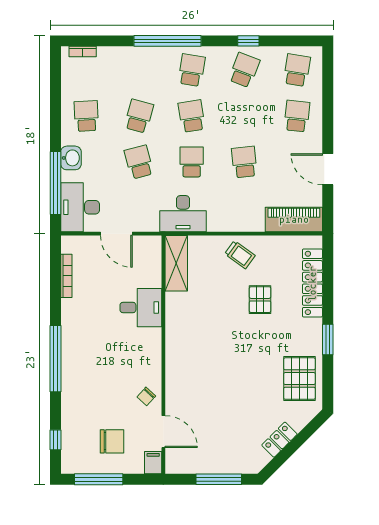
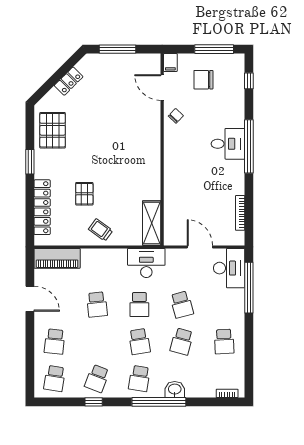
washbasin: (71, 158) -> (175, 390), moved, turned 90
desk: (141, 308) -> (228, 144), moved, turned 180

